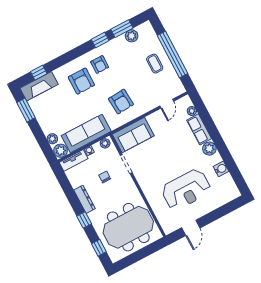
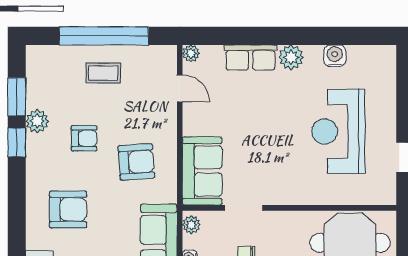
plant: (132, 36) -> (37, 121), moved
armchair: (100, 64) -> (84, 138), moved
plant: (192, 111) -> (191, 53), moved
reception desk: (186, 190) -> (338, 131), turned 180

